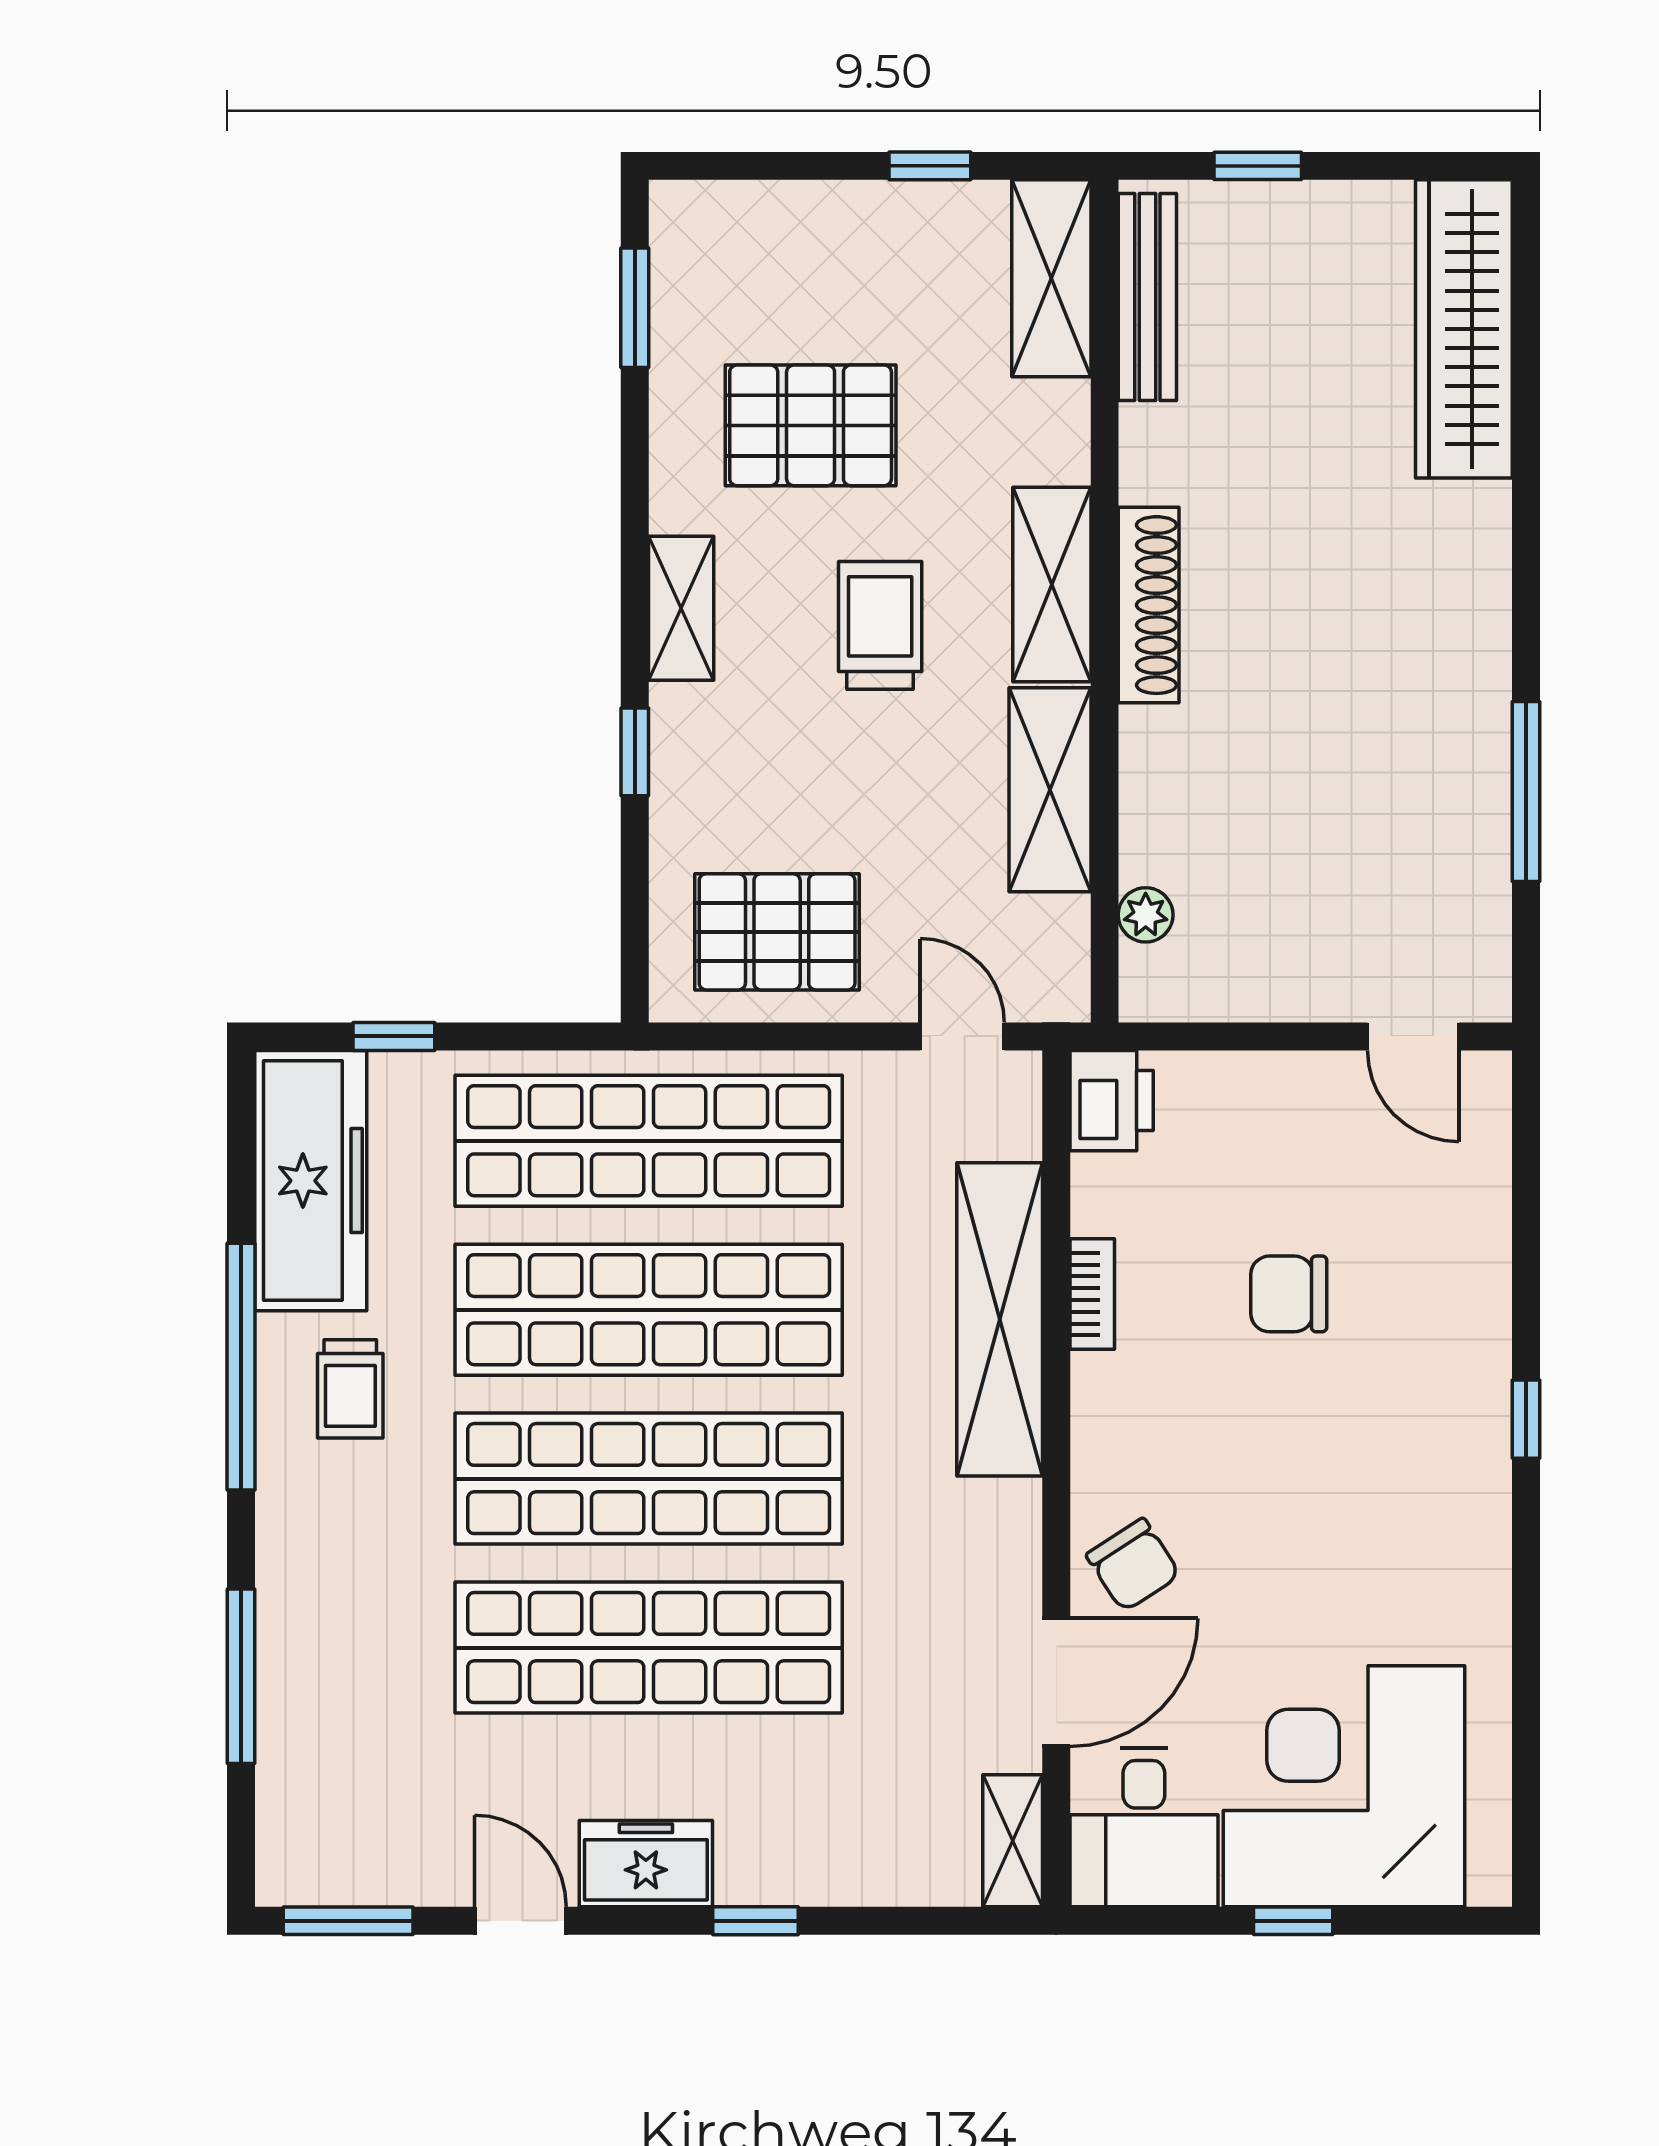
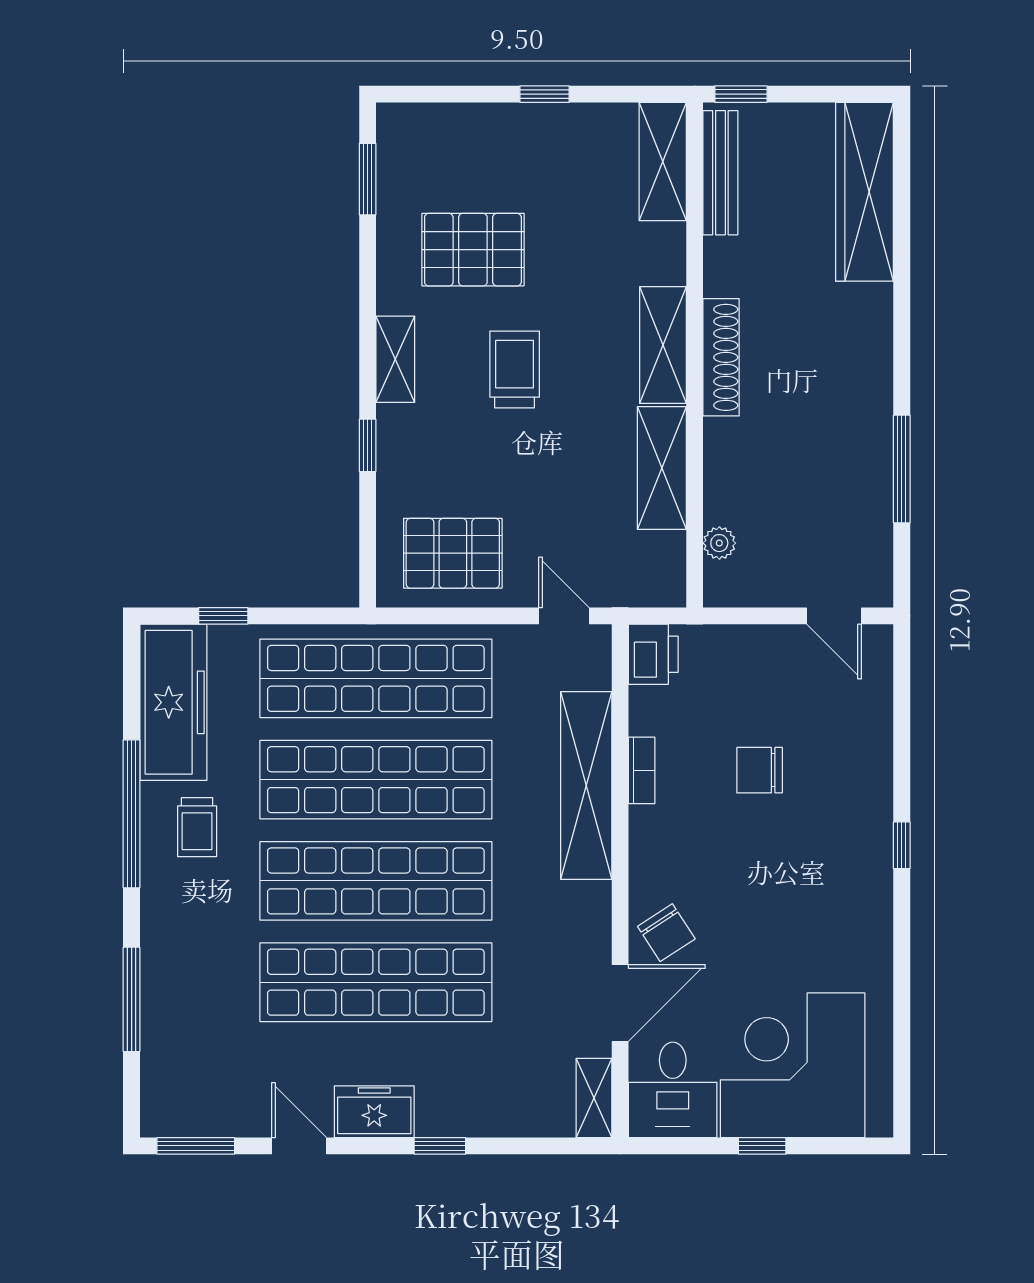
shelving: (1051, 278) -> (663, 161), moved
bench: (1147, 297) -> (720, 173), moved
shelving: (1052, 585) -> (663, 345), moved
wall: (1105, 601) -> (695, 355), moved
shoe rack: (1149, 605) -> (721, 357), moved
shelving: (1050, 790) -> (662, 468), moved
plant: (1146, 915) -> (719, 543), moved

